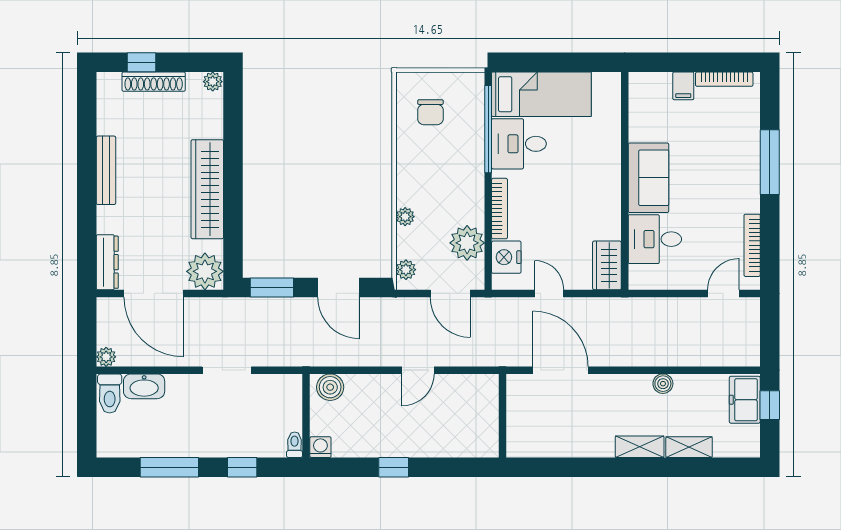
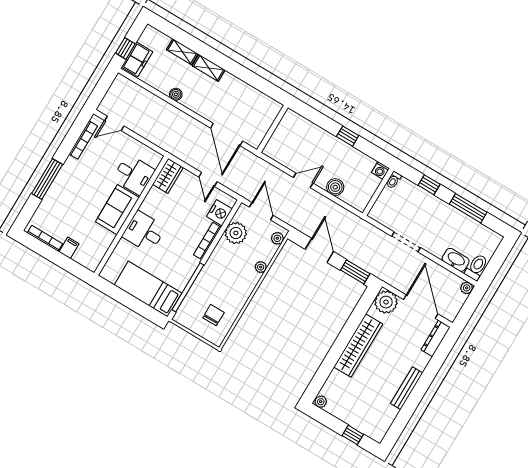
shoe rack: (154, 82) -> (352, 421), removed
desk: (519, 144) -> (144, 232), moved, turned 180
boiler: (330, 387) -> (335, 187), moved

